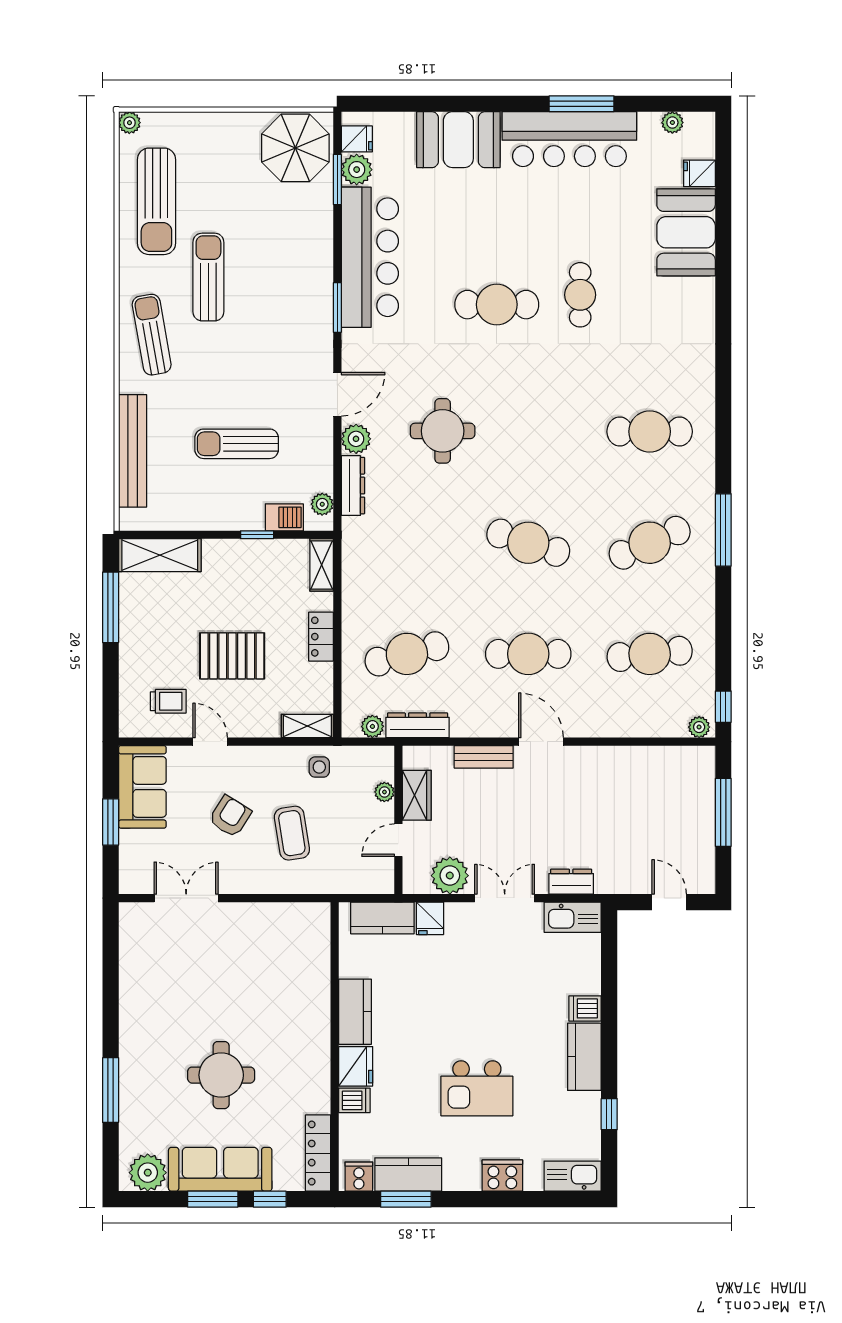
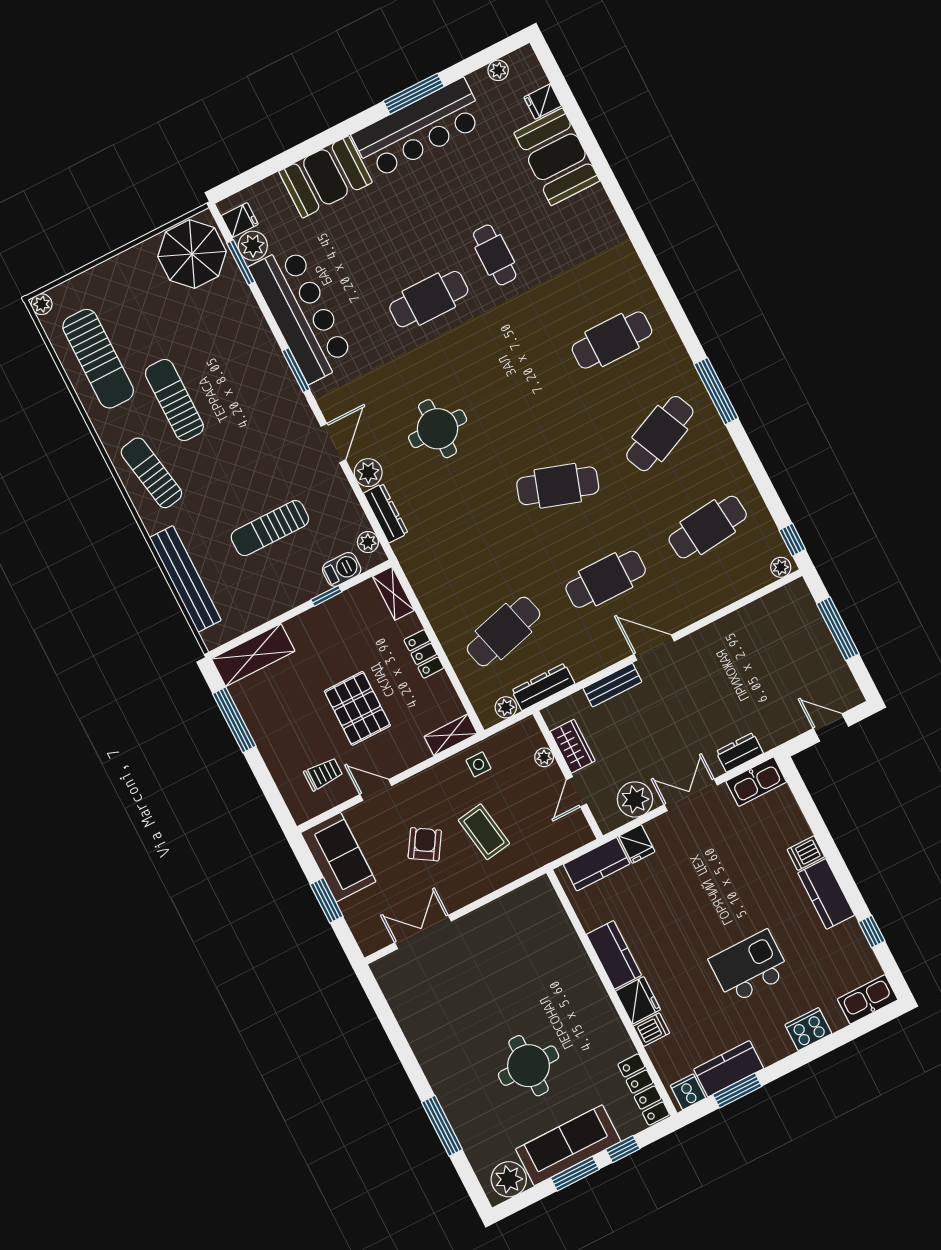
pallet: (232, 656) -> (357, 708), turned 90
kitchen island: (477, 1088) -> (749, 967), turned 180

